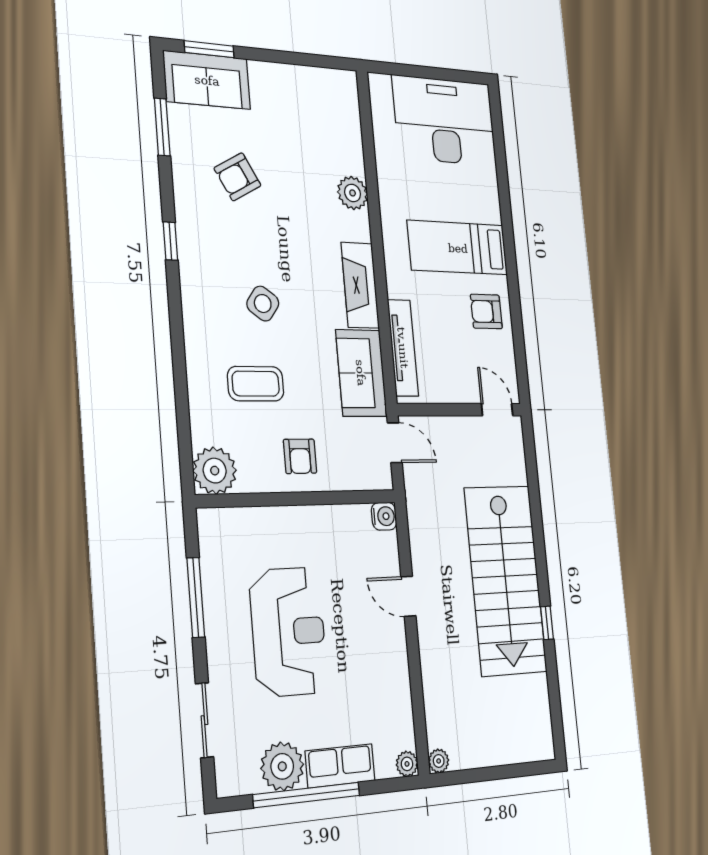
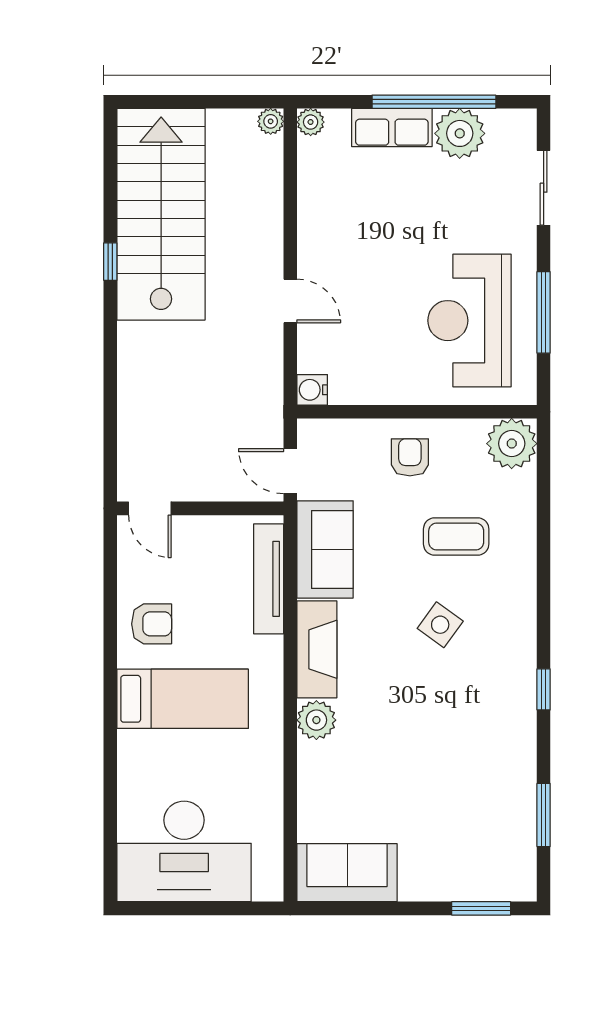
sofa: (207, 80) -> (347, 873), moved
armchair: (238, 177) -> (459, 765), removed
plant: (353, 193) -> (316, 720), moved
stairs: (506, 580) -> (161, 214), moved
reception desk: (288, 632) -> (470, 321), moved

